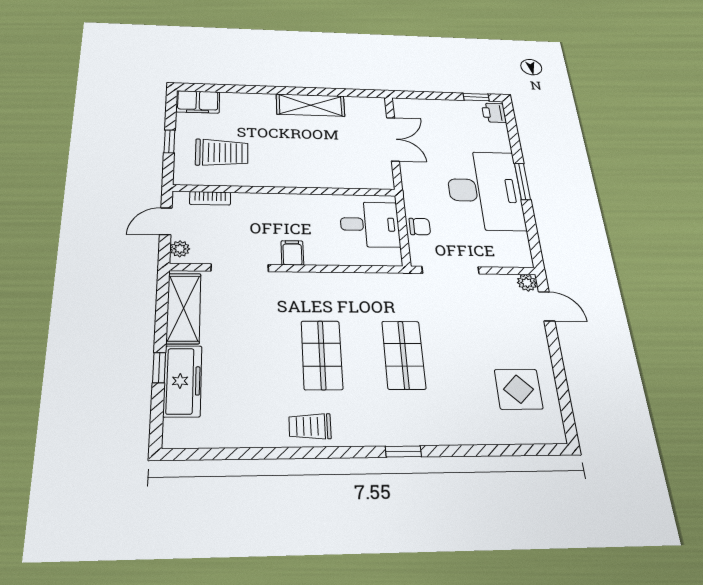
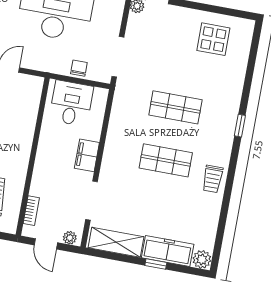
filing cabinet: (292, 253) -> (87, 155), width x2.00
plant: (177, 434) -> (202, 259), added

